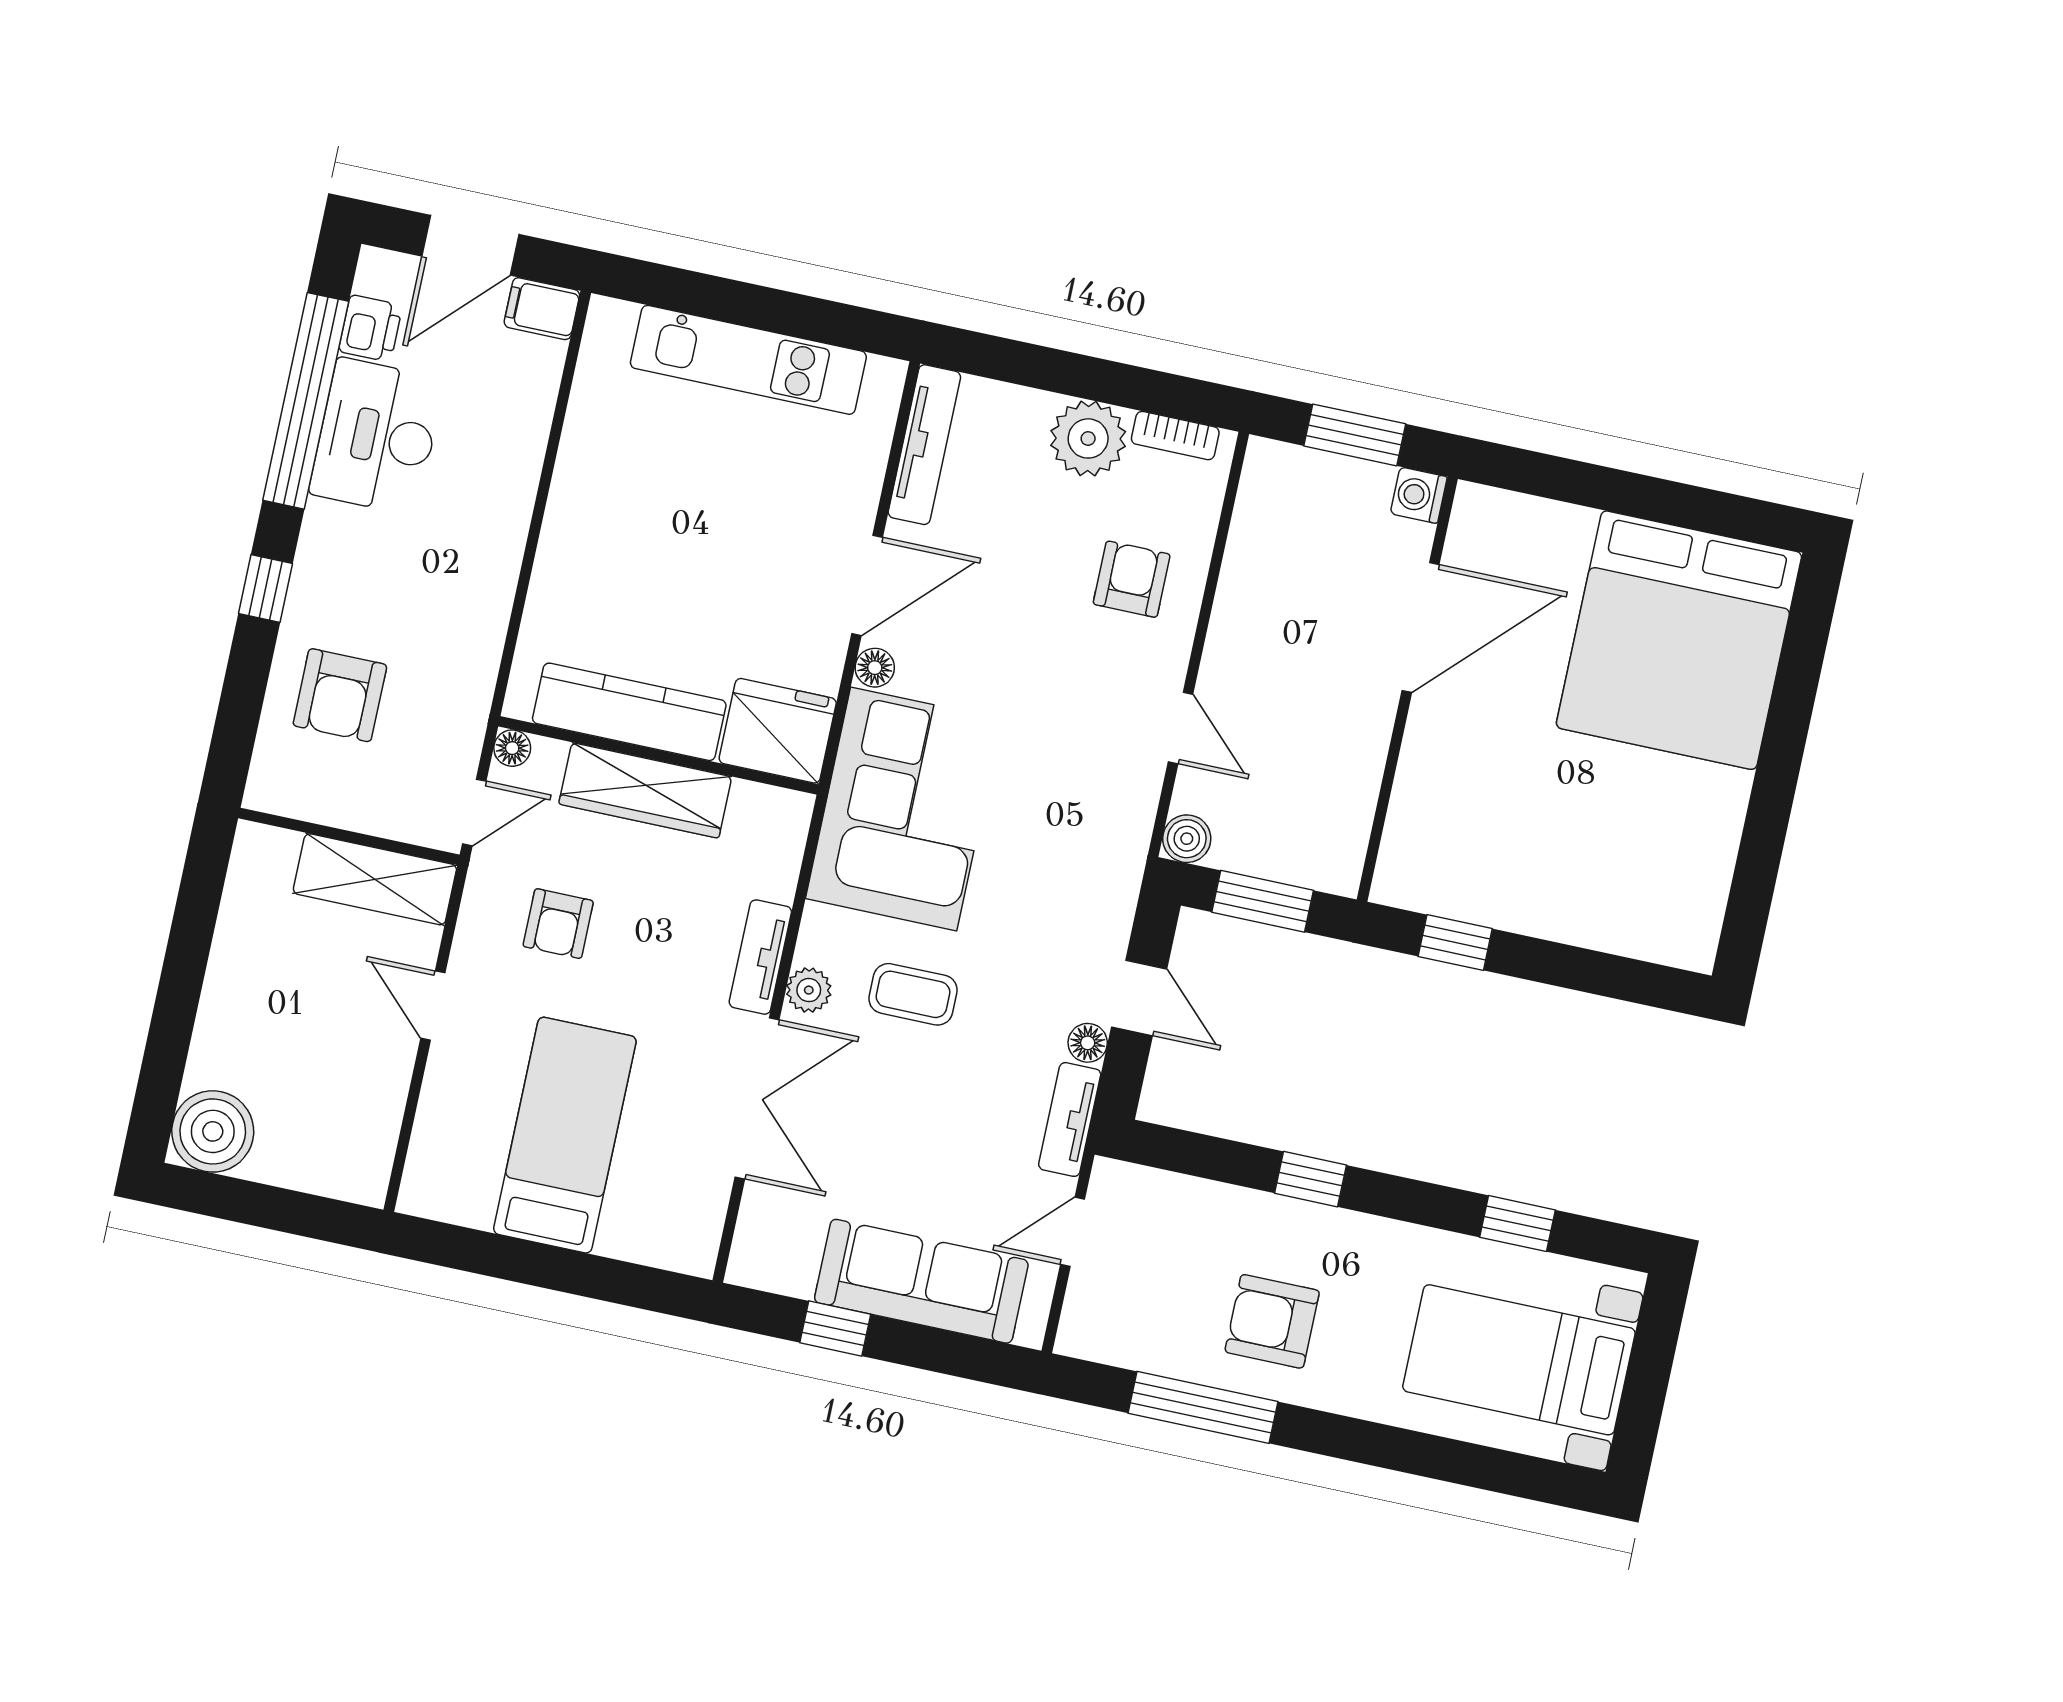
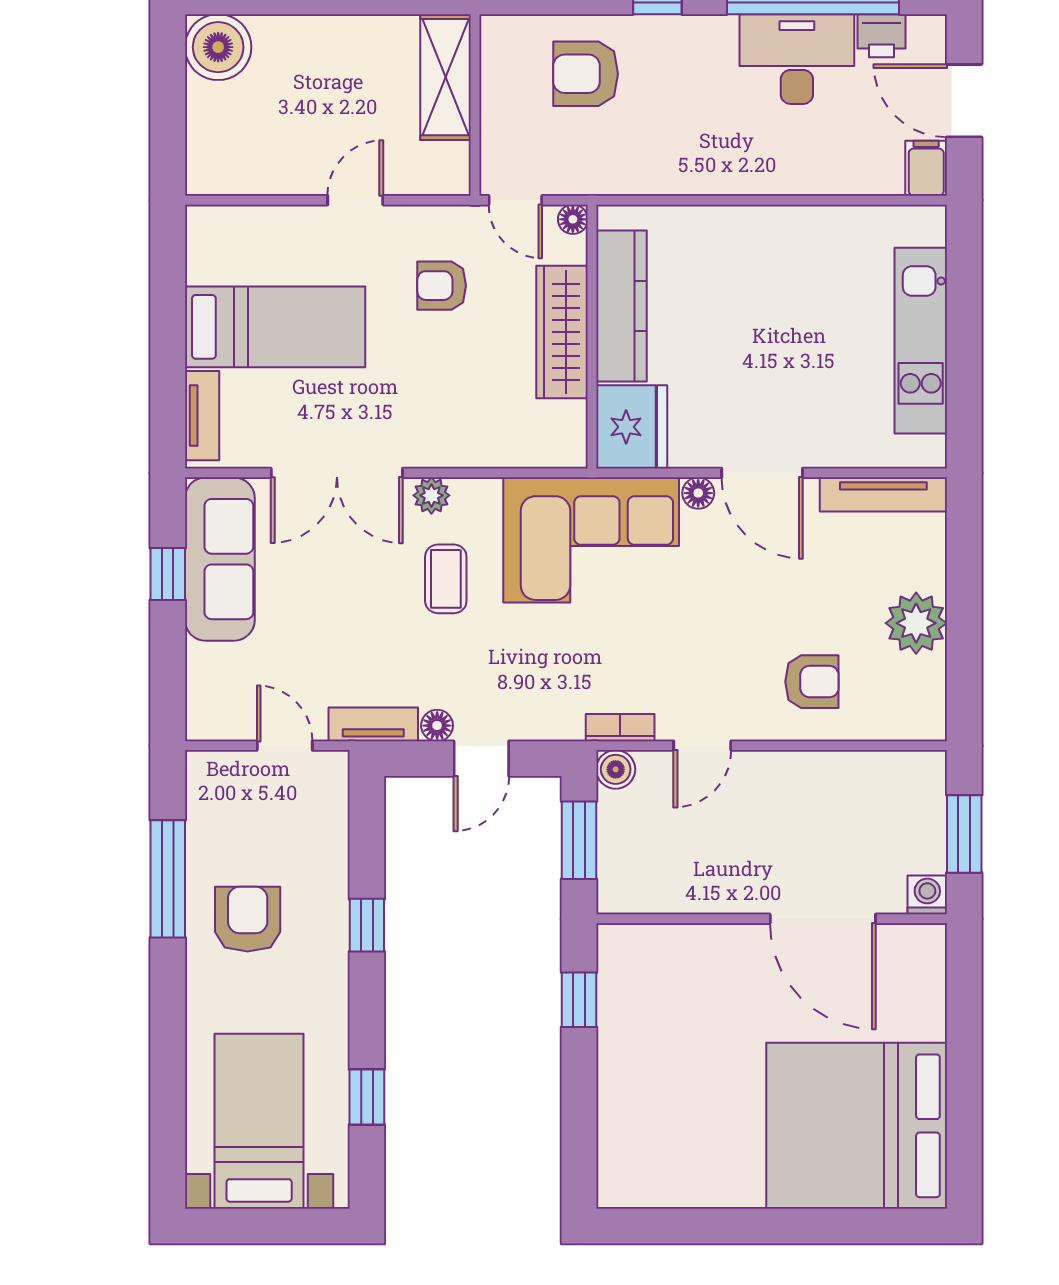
bookcase: (1175, 436) -> (620, 728), moved, turned 90
shelving: (375, 879) -> (446, 77), moved
tv unit: (760, 957) -> (202, 416), moved, turned 90
sofa: (921, 1281) -> (220, 559), moved

